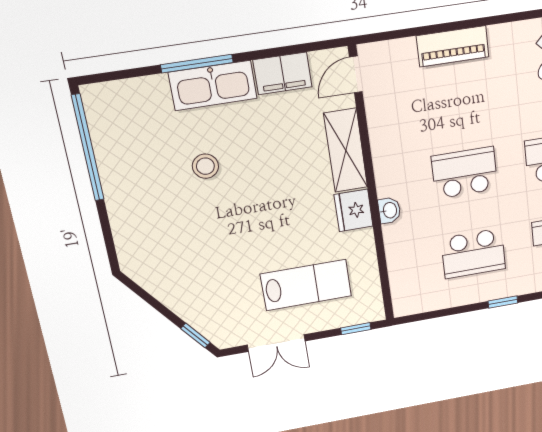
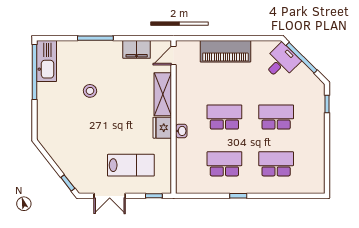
piano: (453, 46) -> (225, 51), width x1.37, depth x1.33
kitchen sink: (213, 85) -> (47, 61), moved, turned -90
school desk: (473, 253) -> (224, 164), turned 180

